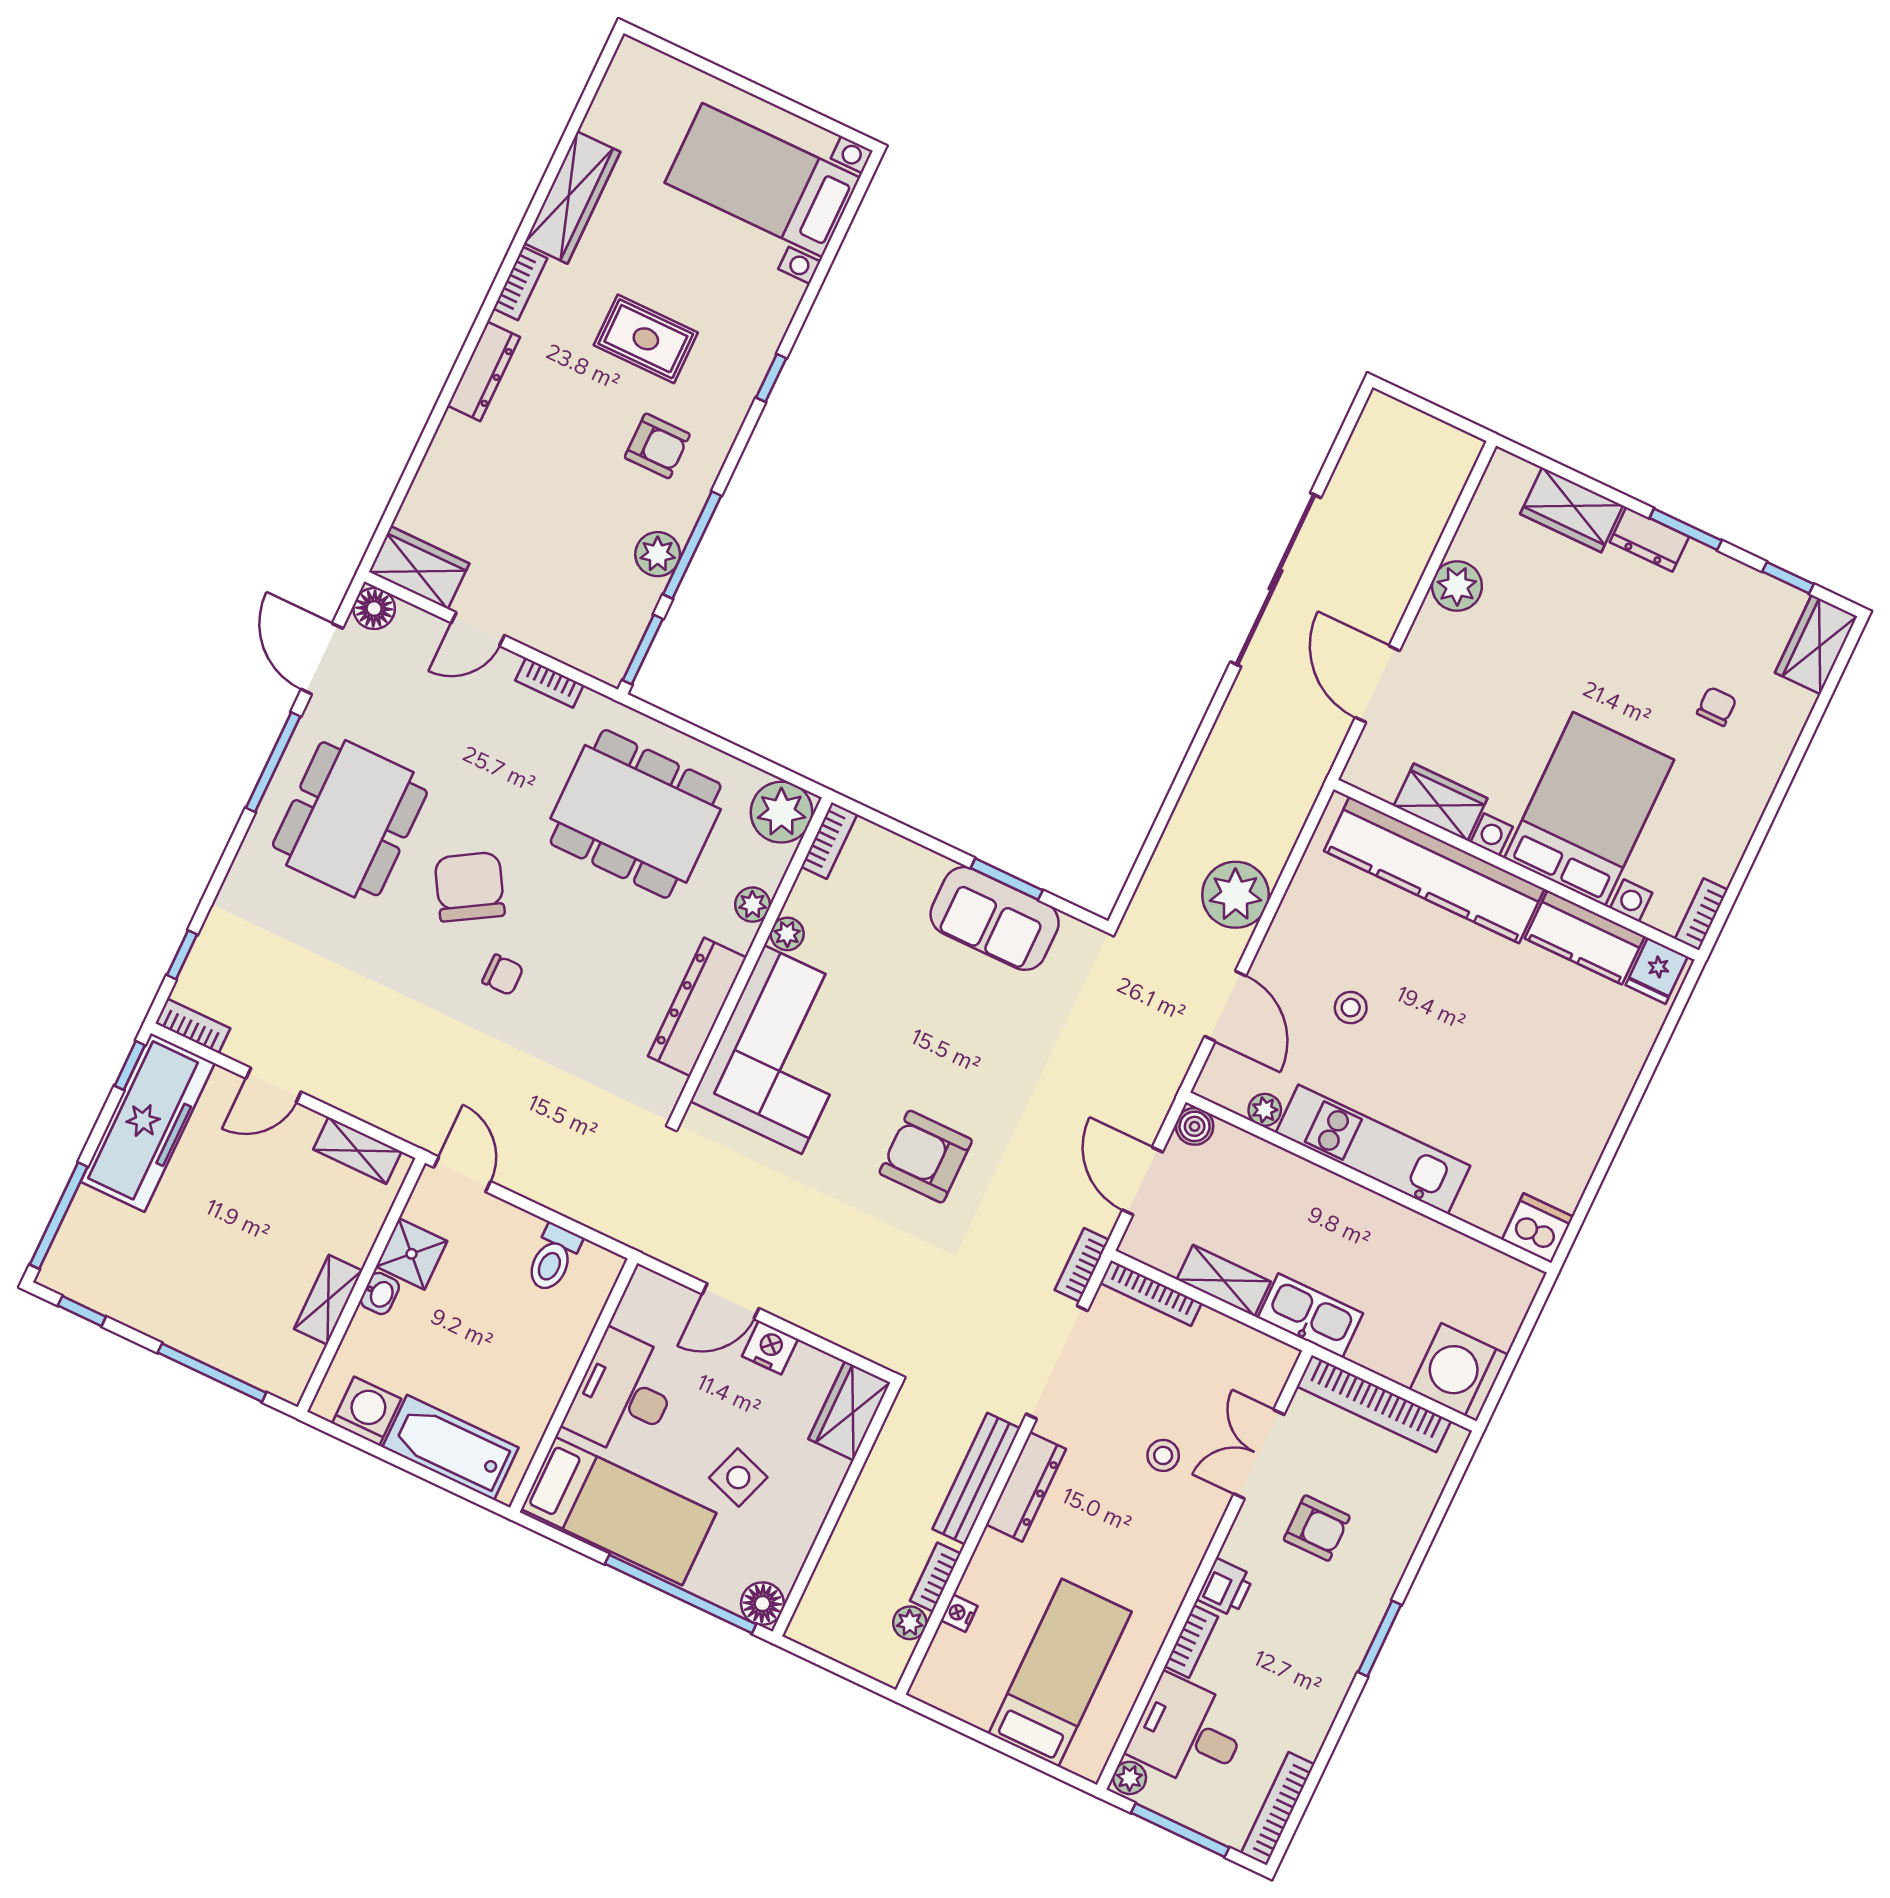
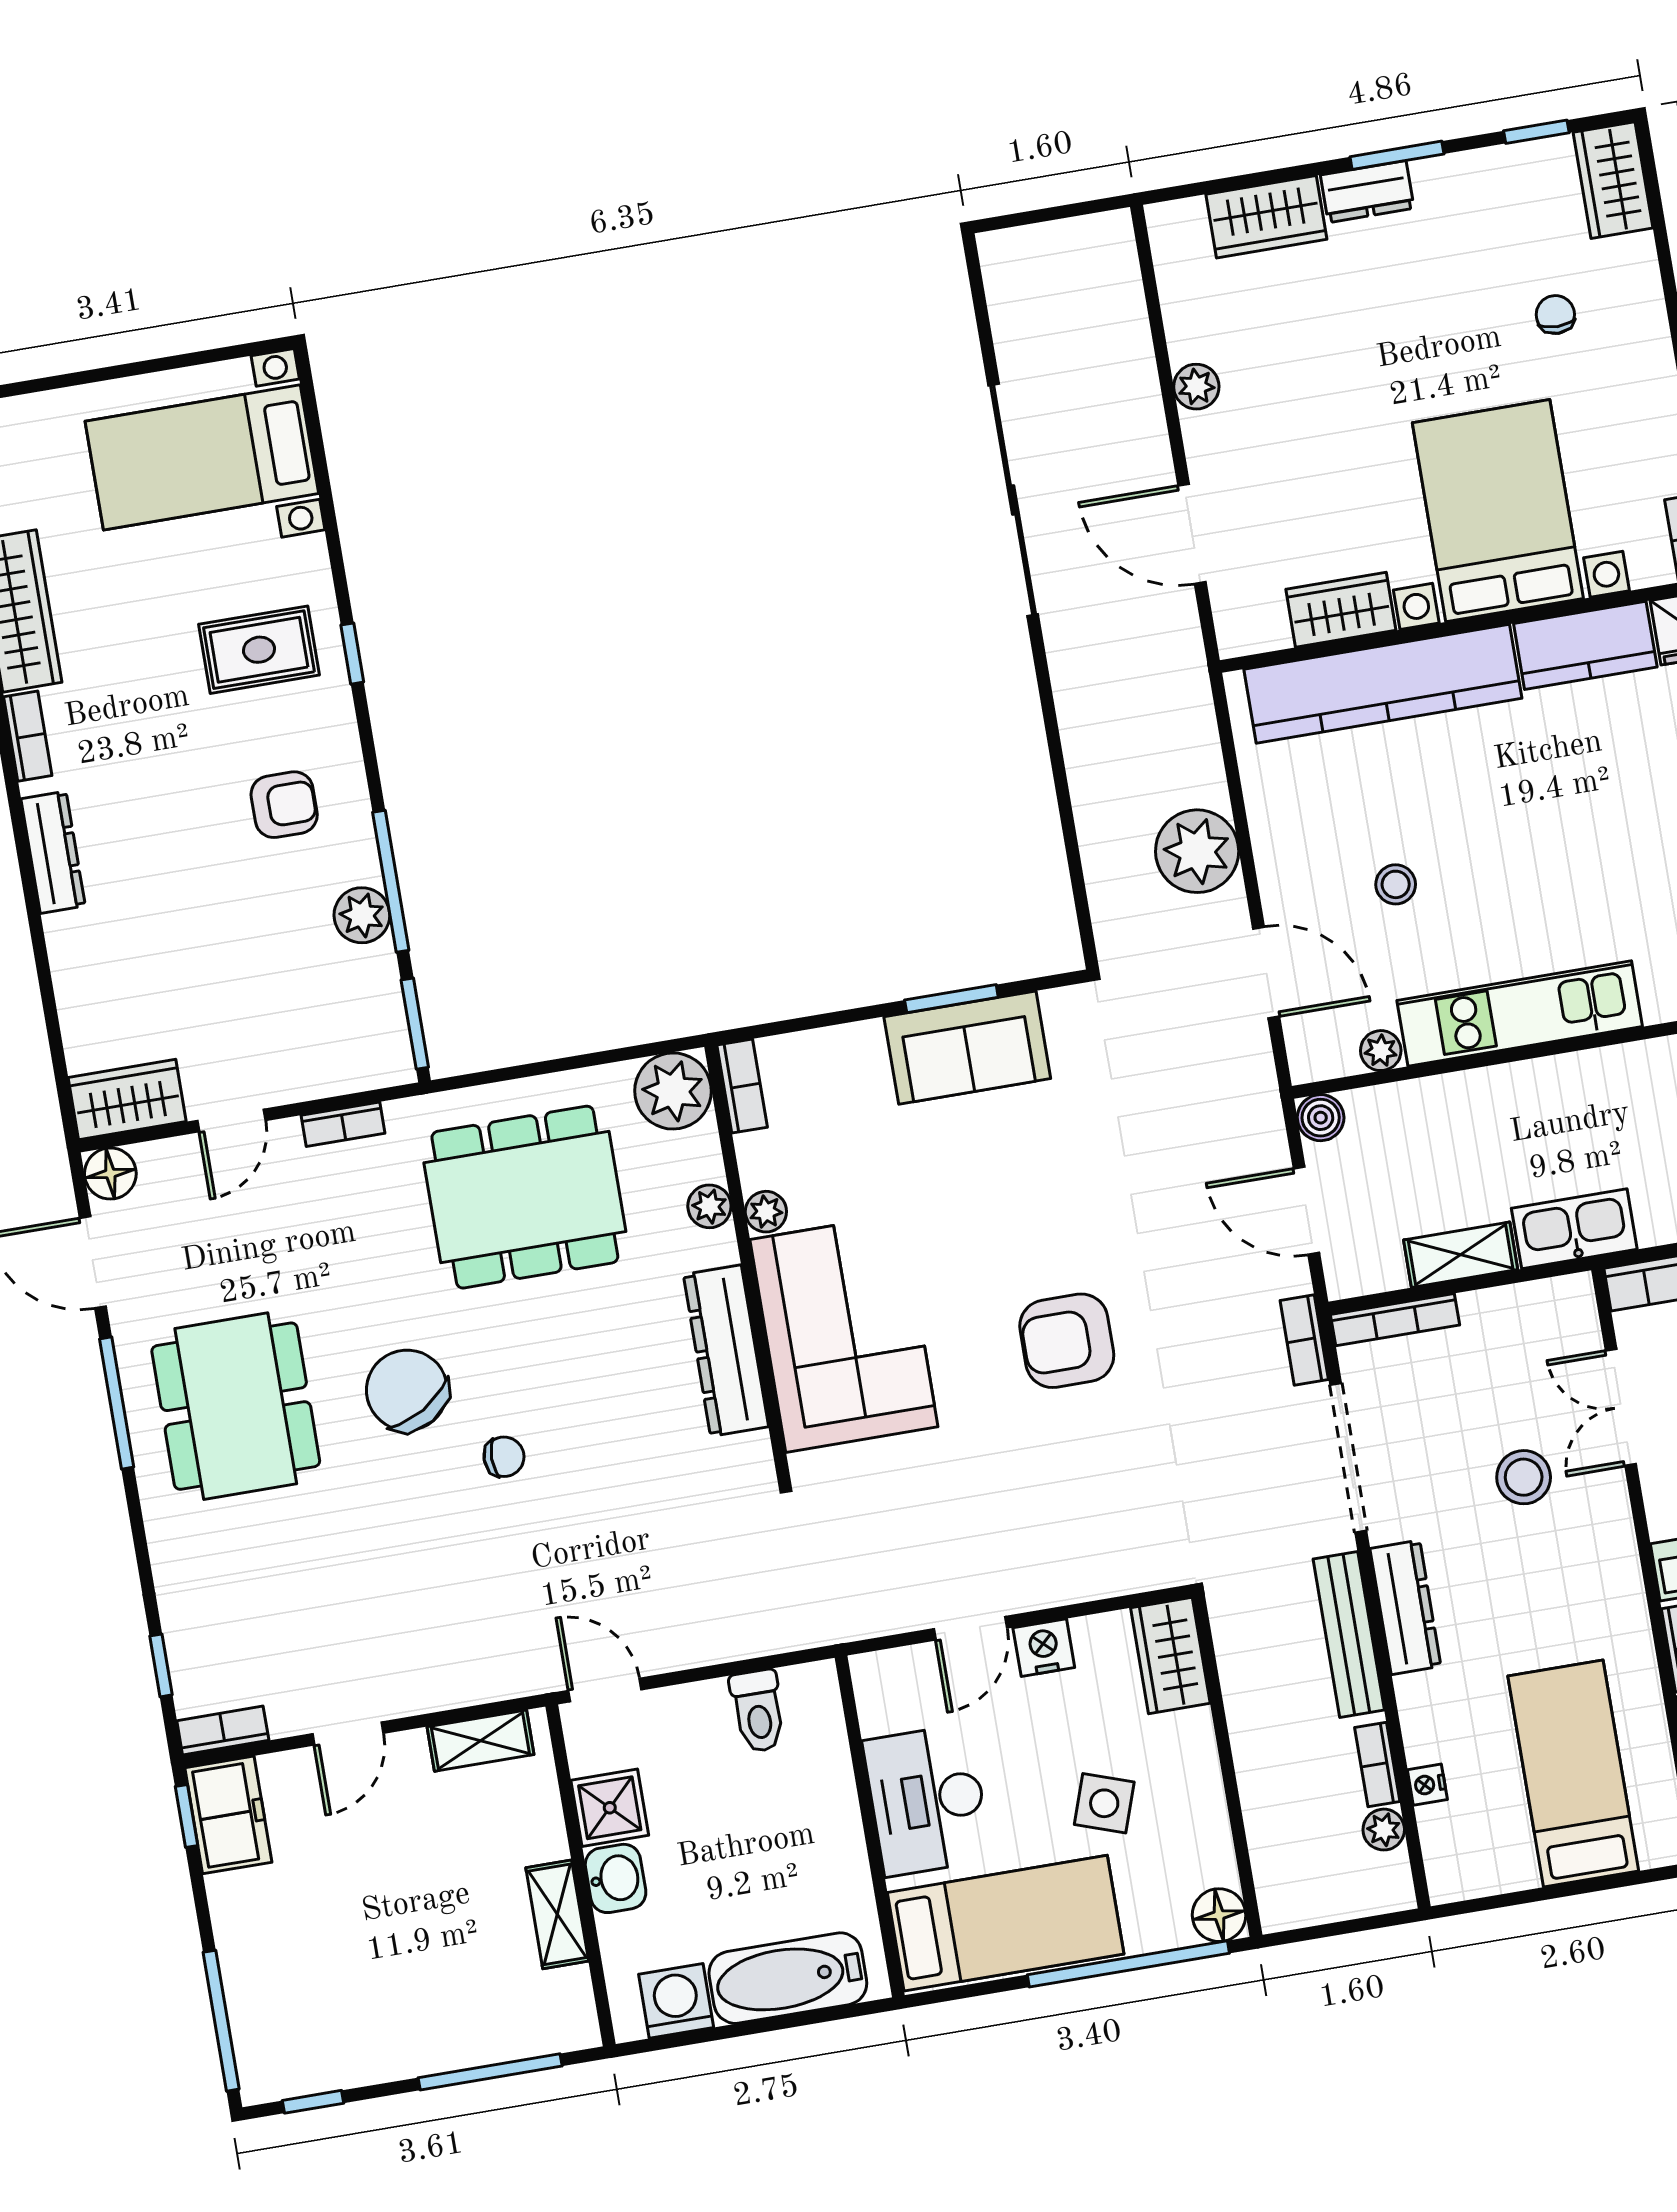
rug: (646, 339) -> (259, 650), moved
plant: (1457, 586) -> (1196, 387), width x0.73, depth x0.73
freezer: (148, 1123) -> (228, 1815), width x0.52, depth x0.79
washbasin: (380, 1293) -> (616, 1878), width x1.38, depth x1.45
stool: (1163, 1455) -> (1524, 1477), width x1.37, depth x1.37

